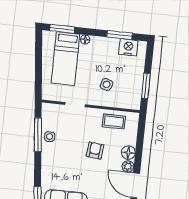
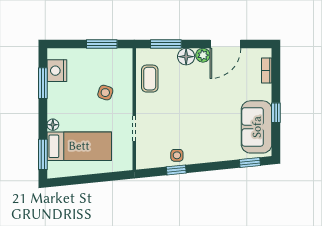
window: (38, 135) -> (176, 170), width x0.46
window: (140, 137) -> (166, 44), added
armchair: (95, 151) -> (188, 98), removed

